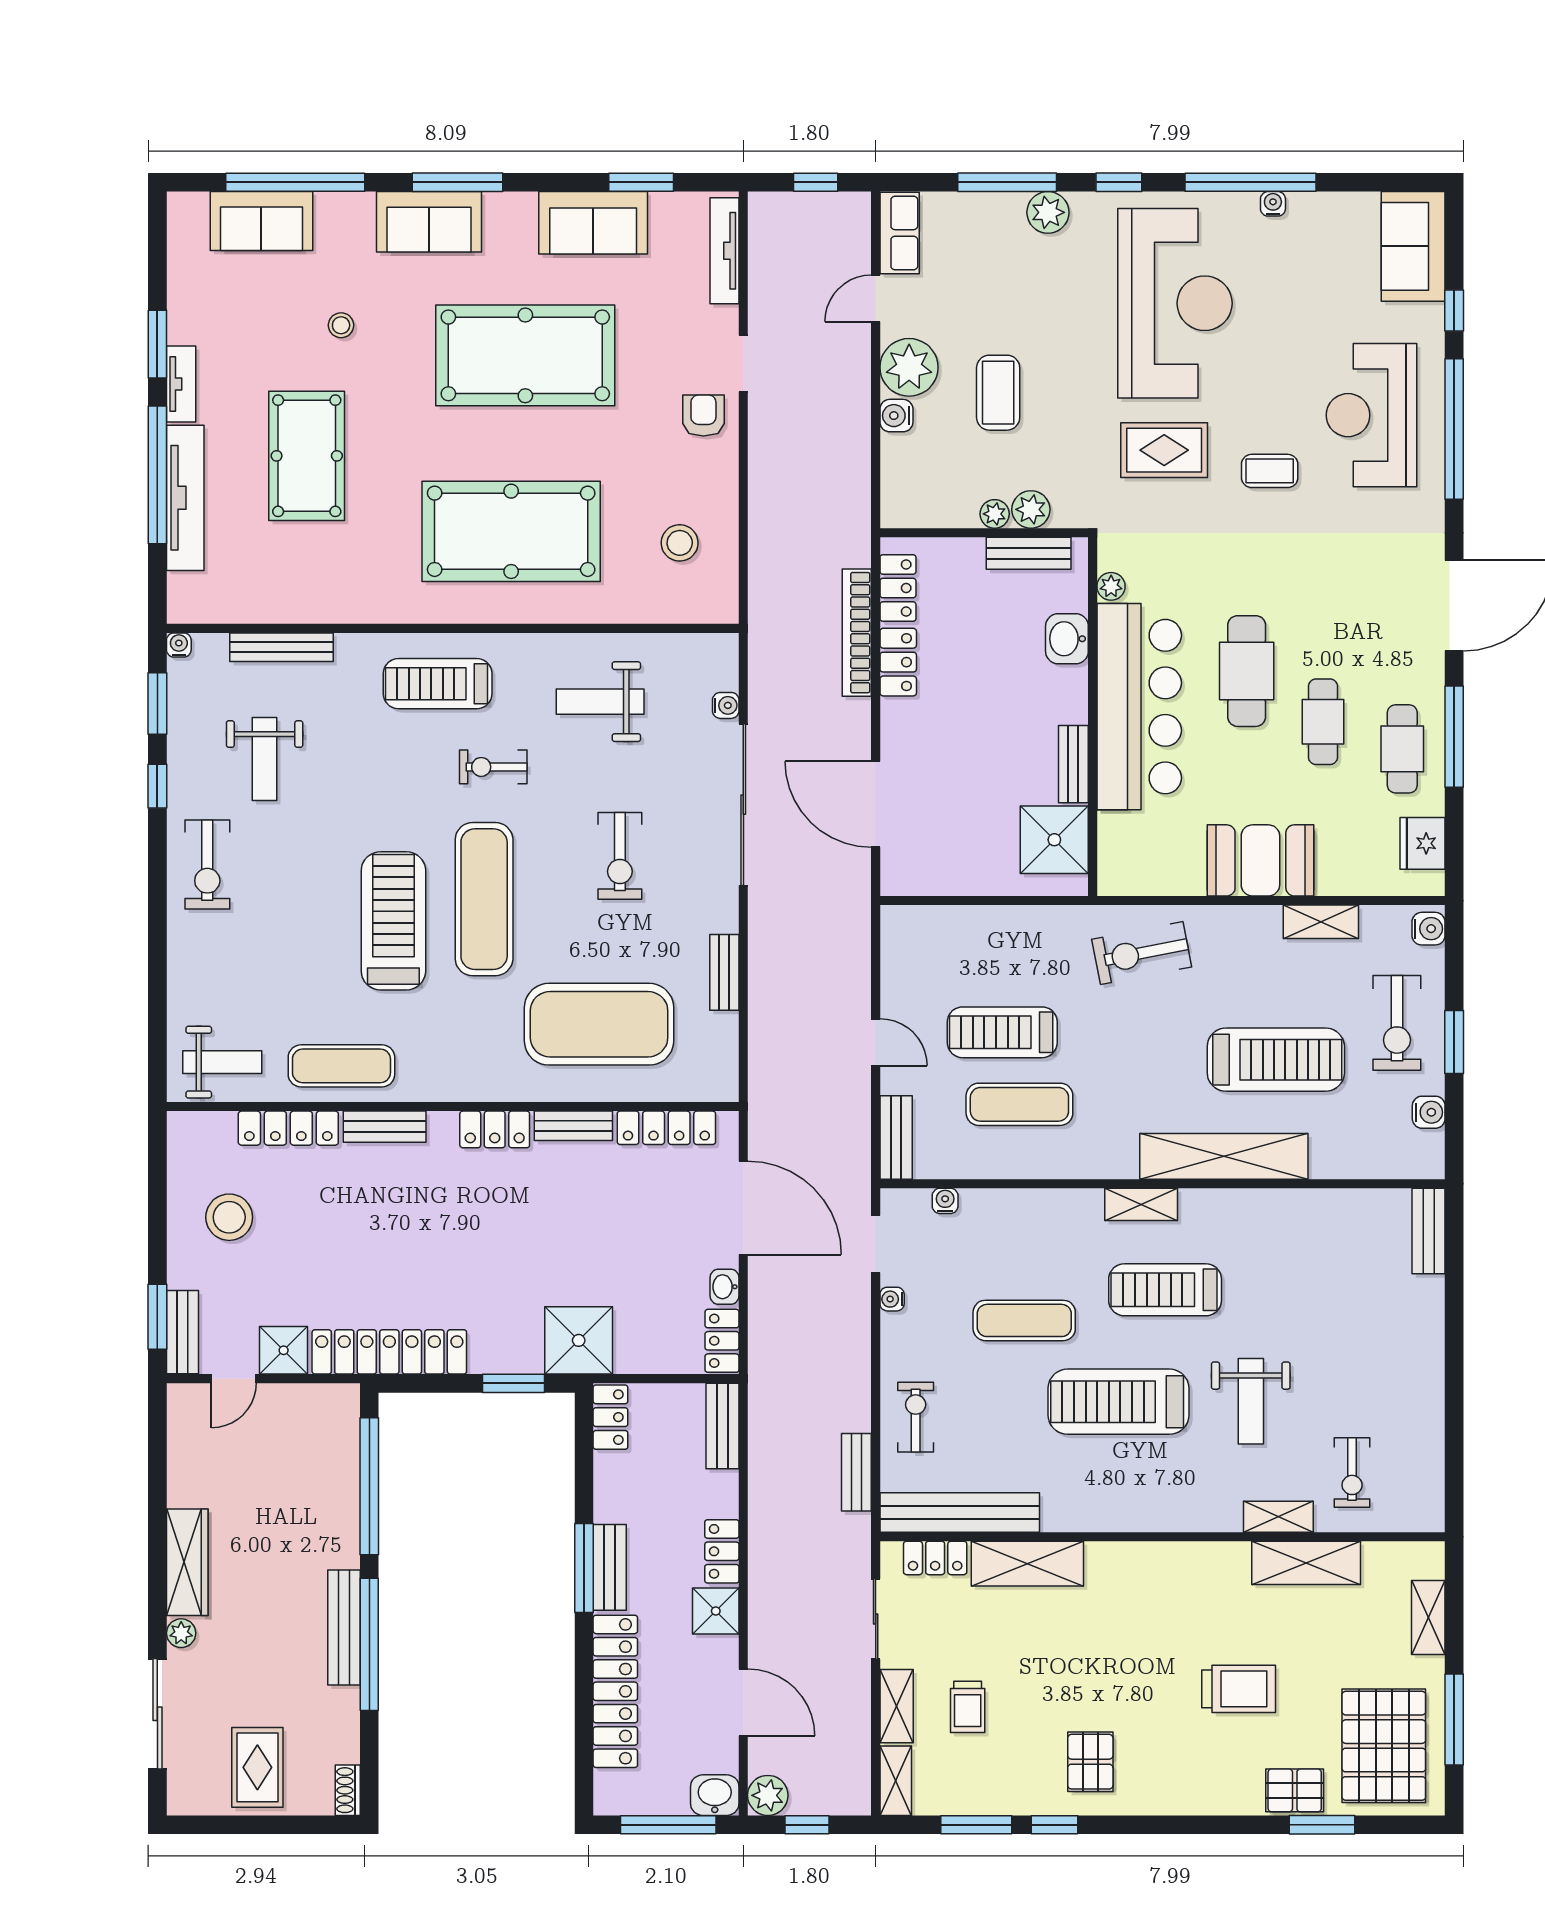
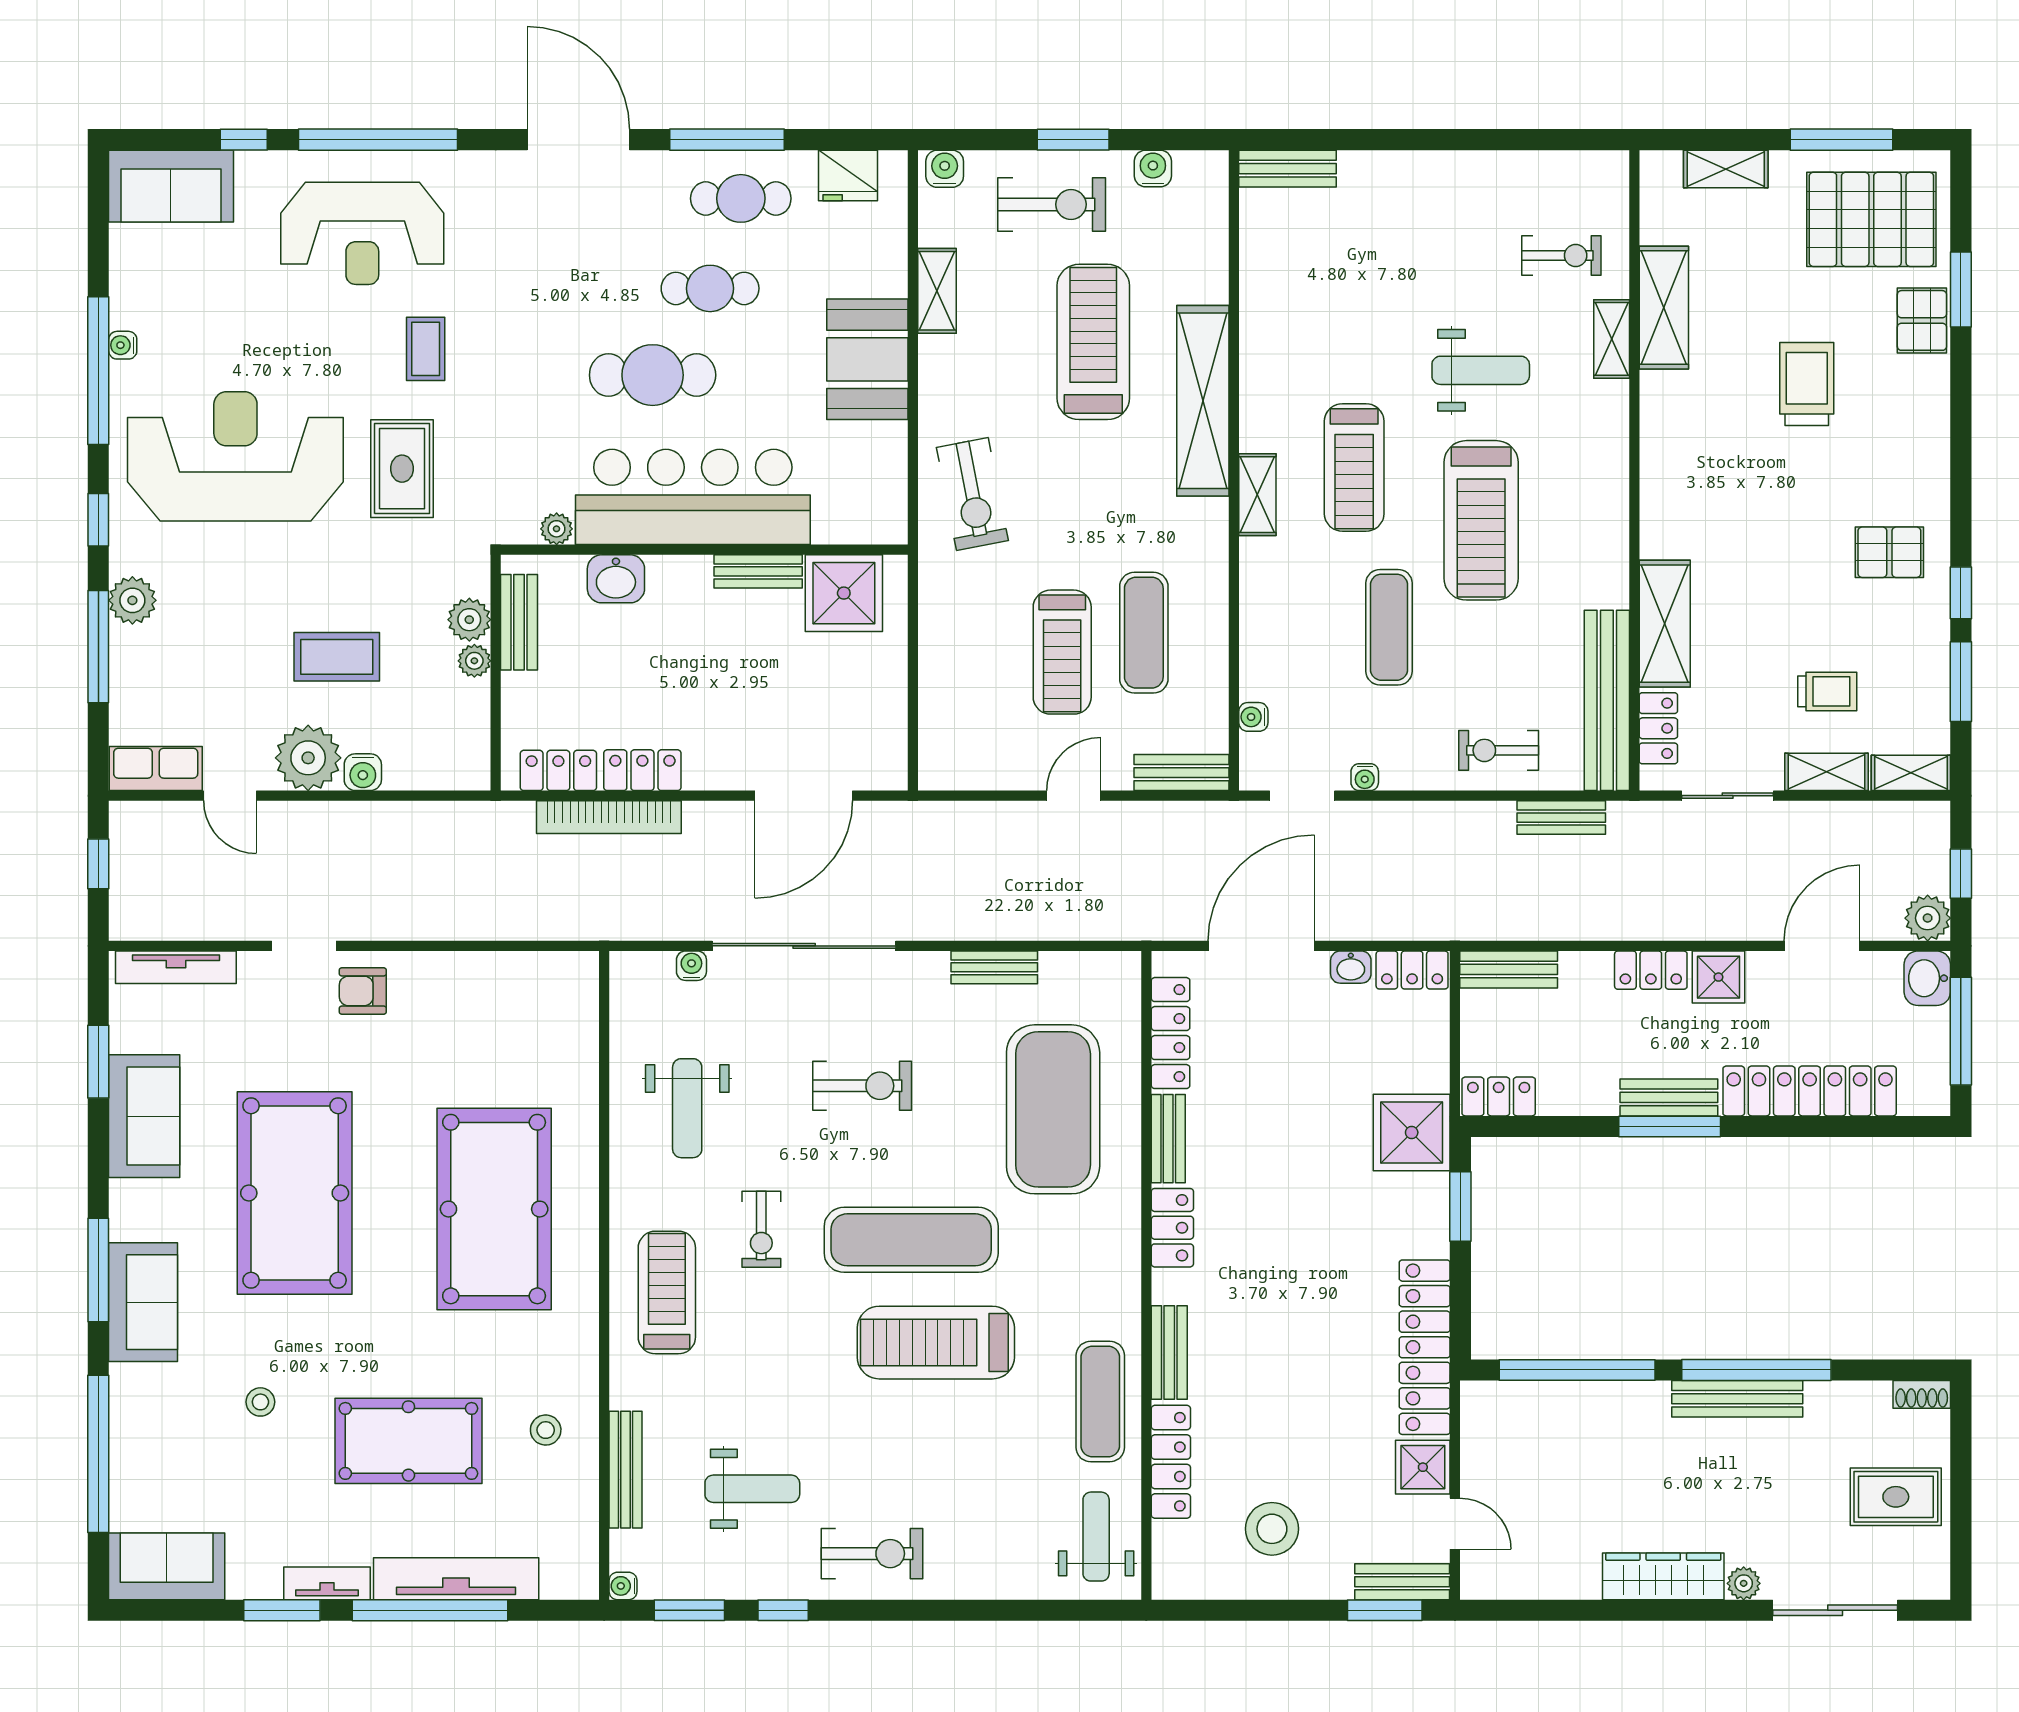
sofa: (261, 221) -> (167, 1566), moved, turned -90
stool: (680, 543) -> (546, 1430), moved, width x0.73, depth x0.73
treadmill: (438, 684) -> (667, 1292), turned 180

